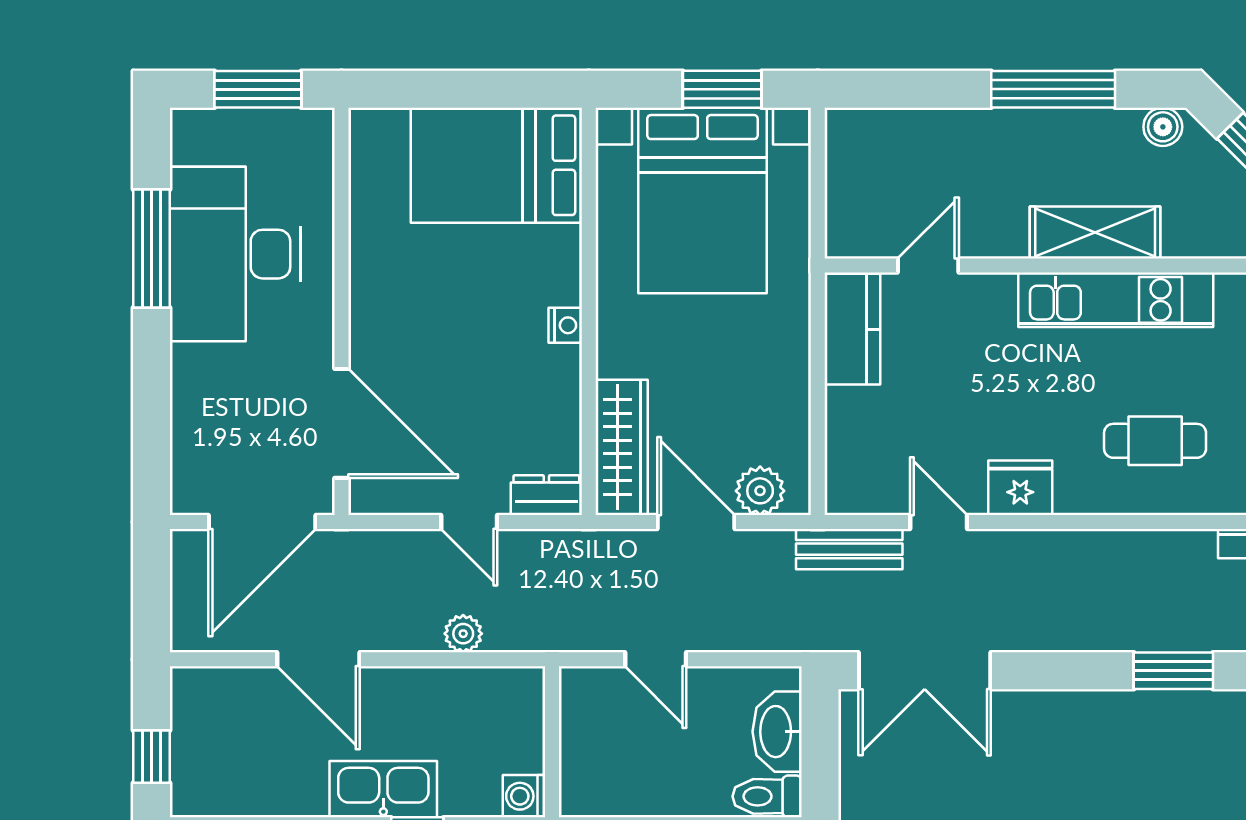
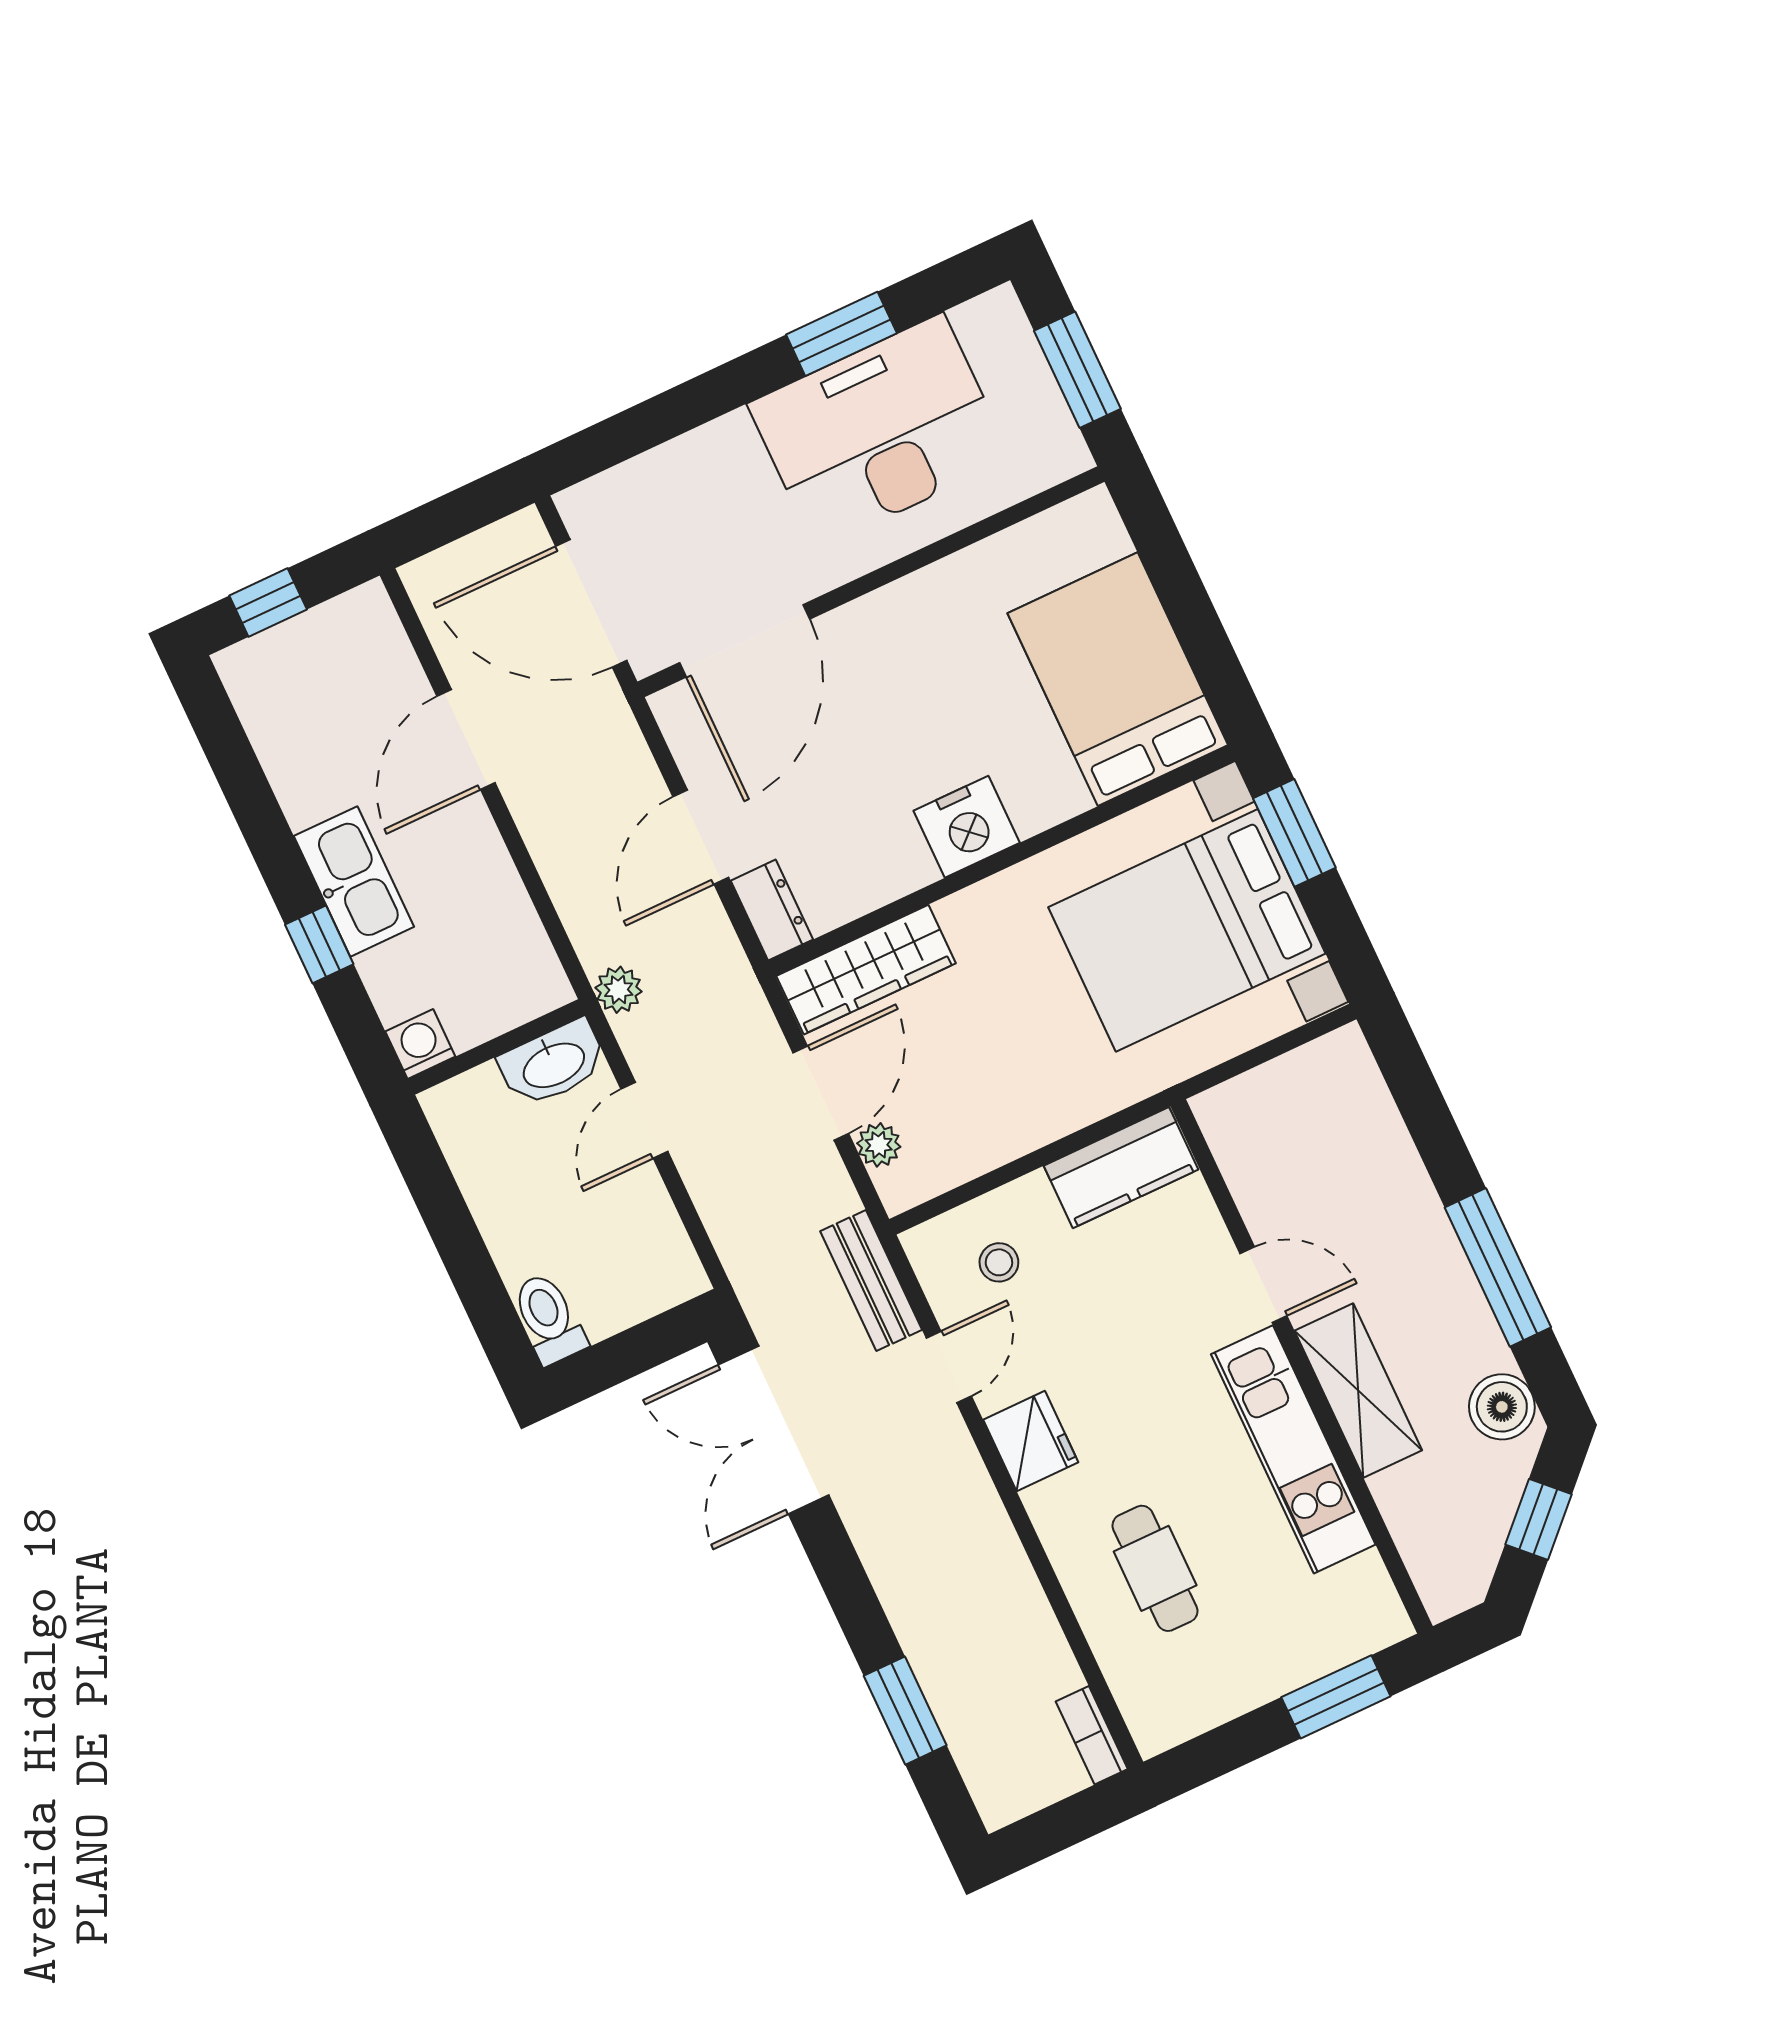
window: (722, 89) -> (1294, 833), moved
boiler: (1163, 127) -> (1502, 1407), width x1.36, depth x1.36
window: (151, 248) -> (841, 334), width x0.69
door: (928, 266) -> (1263, 1285), moved
nightstand: (565, 325) -> (967, 827), width x1.89, depth x1.79
stool: (880, 450) -> (999, 1262), added
plant: (760, 491) -> (879, 1145), width x0.73, depth x0.73
door: (469, 522) -> (701, 837), width x1.37
plant: (463, 634) -> (619, 990), moved
washbasin: (777, 732) -> (553, 1064), moved, turned 180

